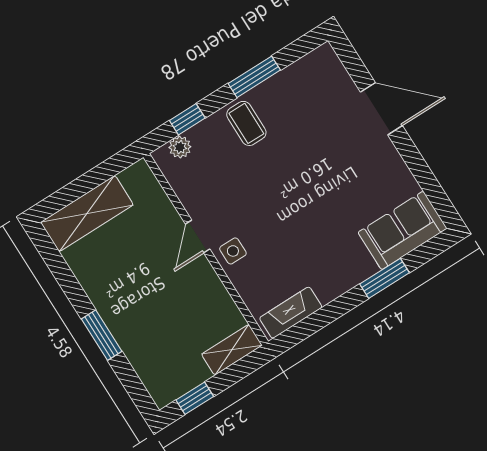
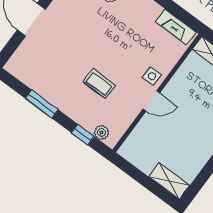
coffee table: (246, 123) -> (99, 84), moved, turned 90
shelving: (87, 214) -> (169, 181), width x0.67, depth x0.75

